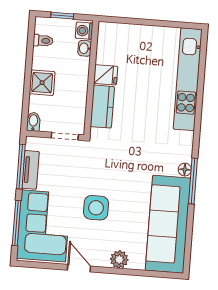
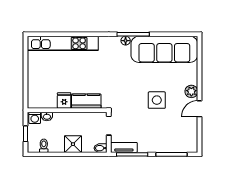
tv unit: (31, 170) -> (124, 147), moved
corner sofa: (44, 226) -> (172, 135), removed
plant: (119, 259) -> (191, 91), moved

